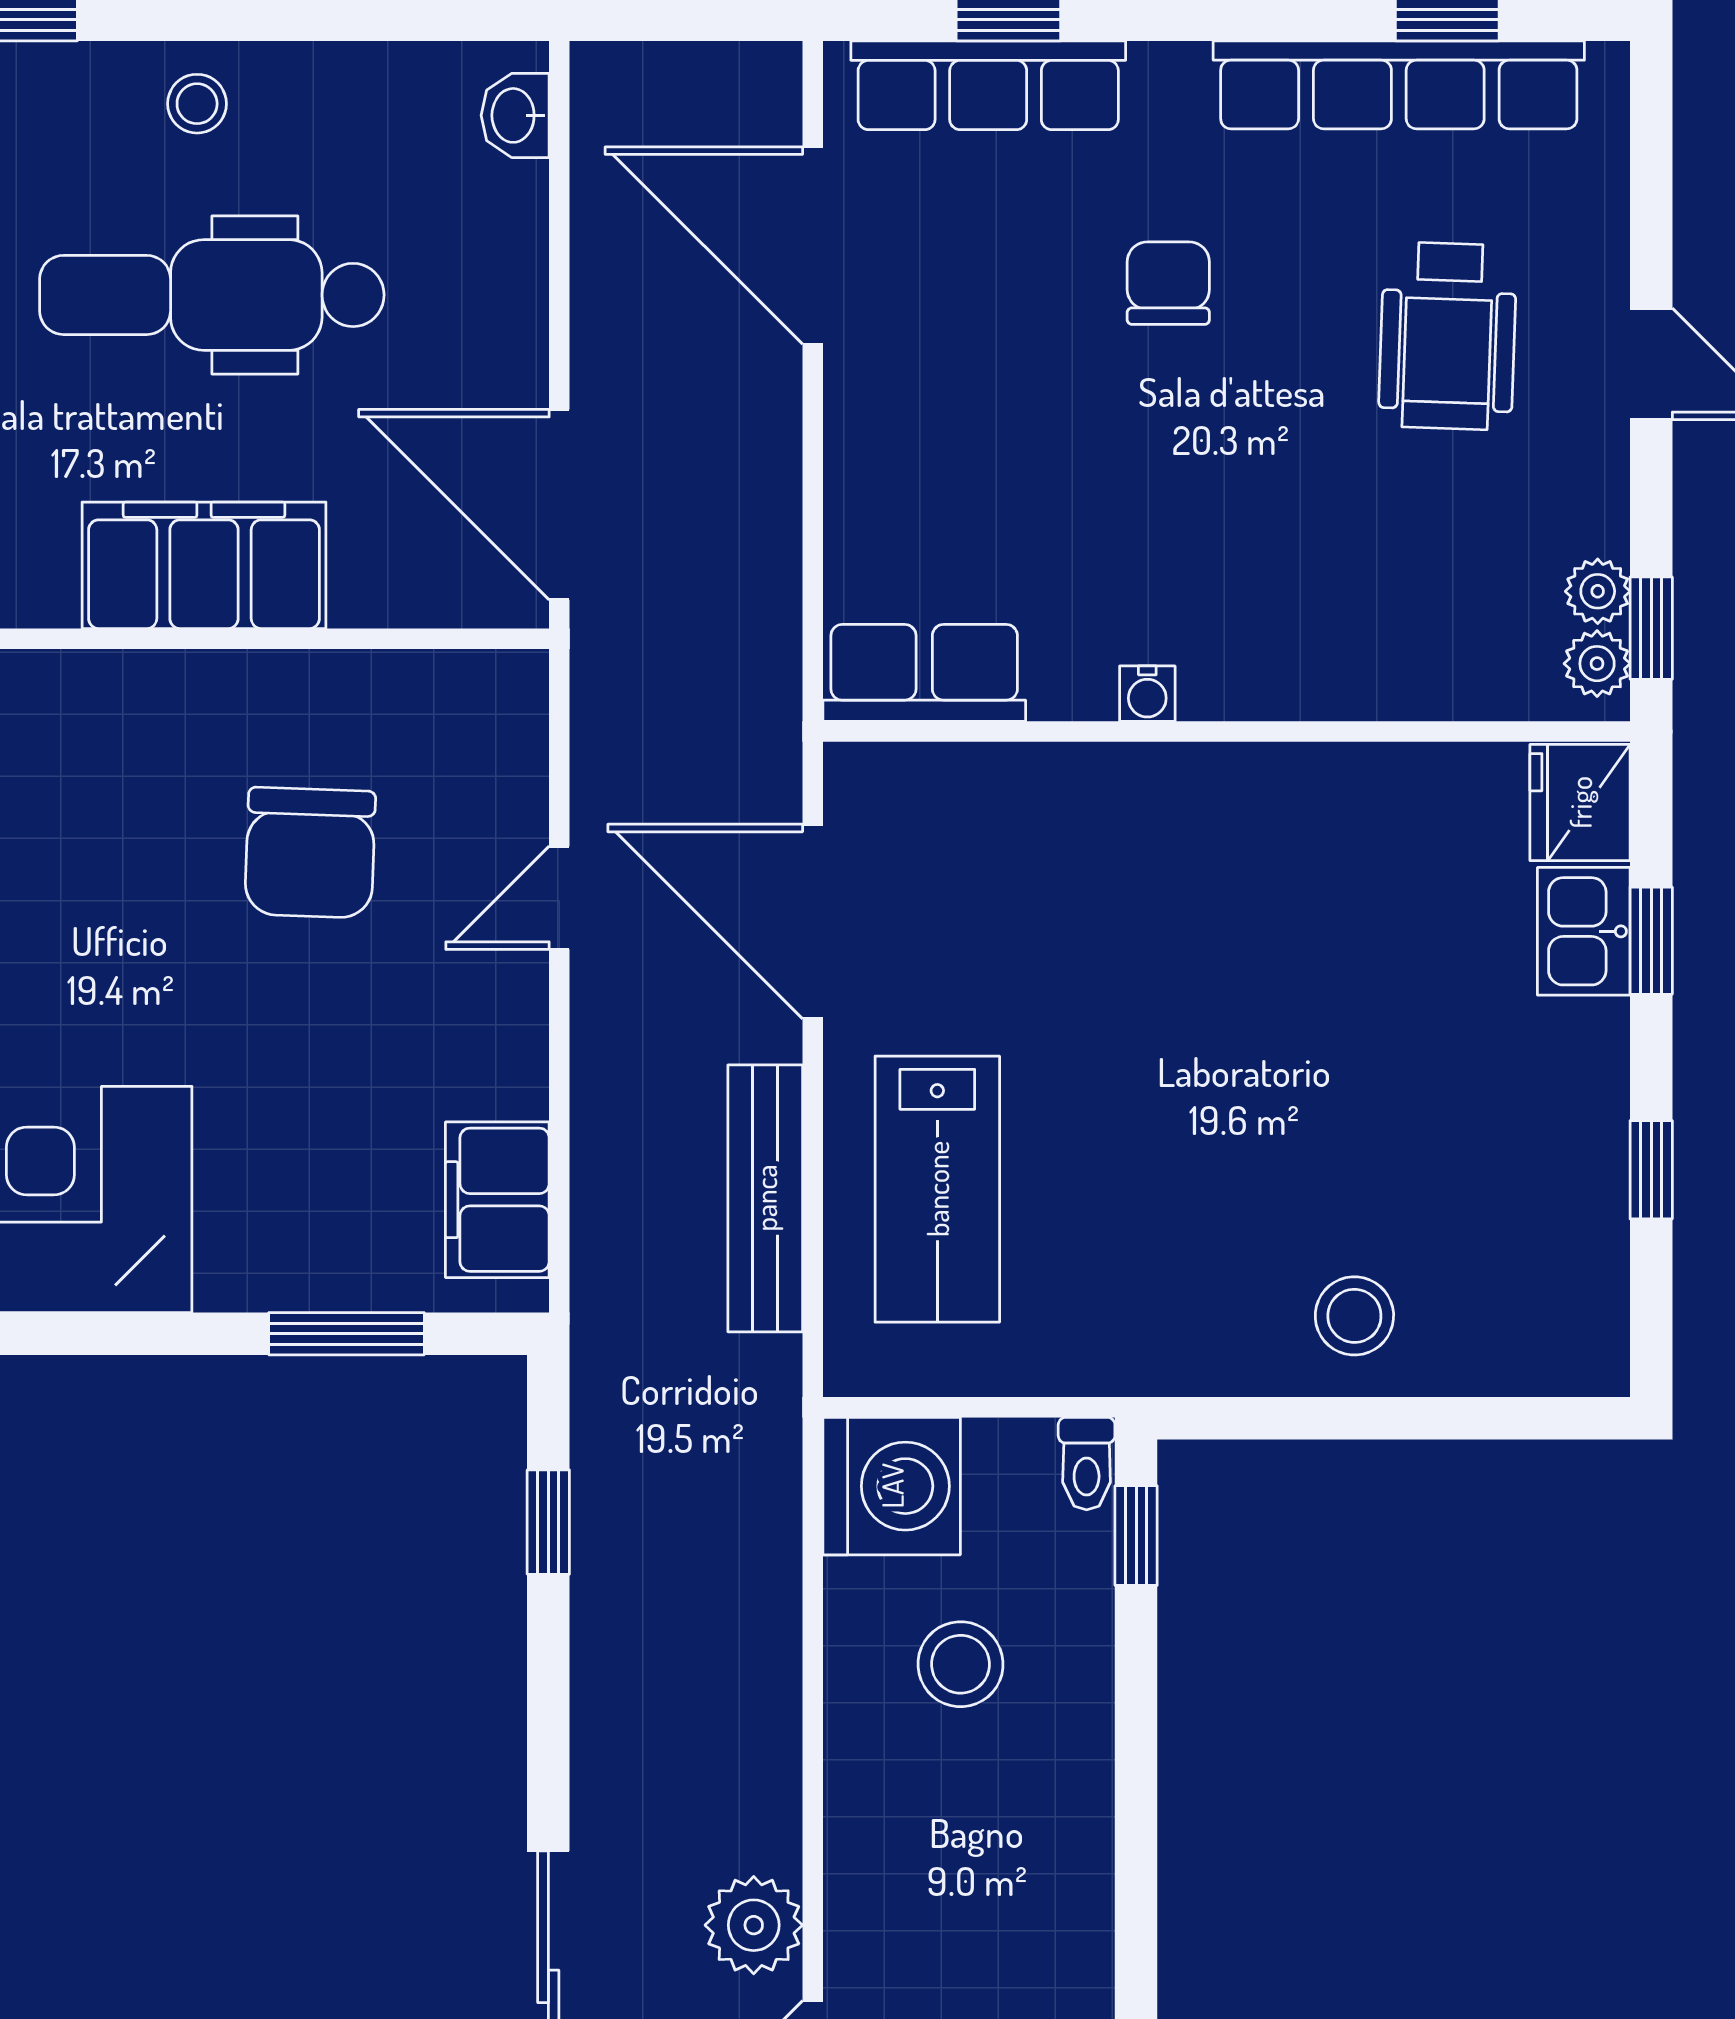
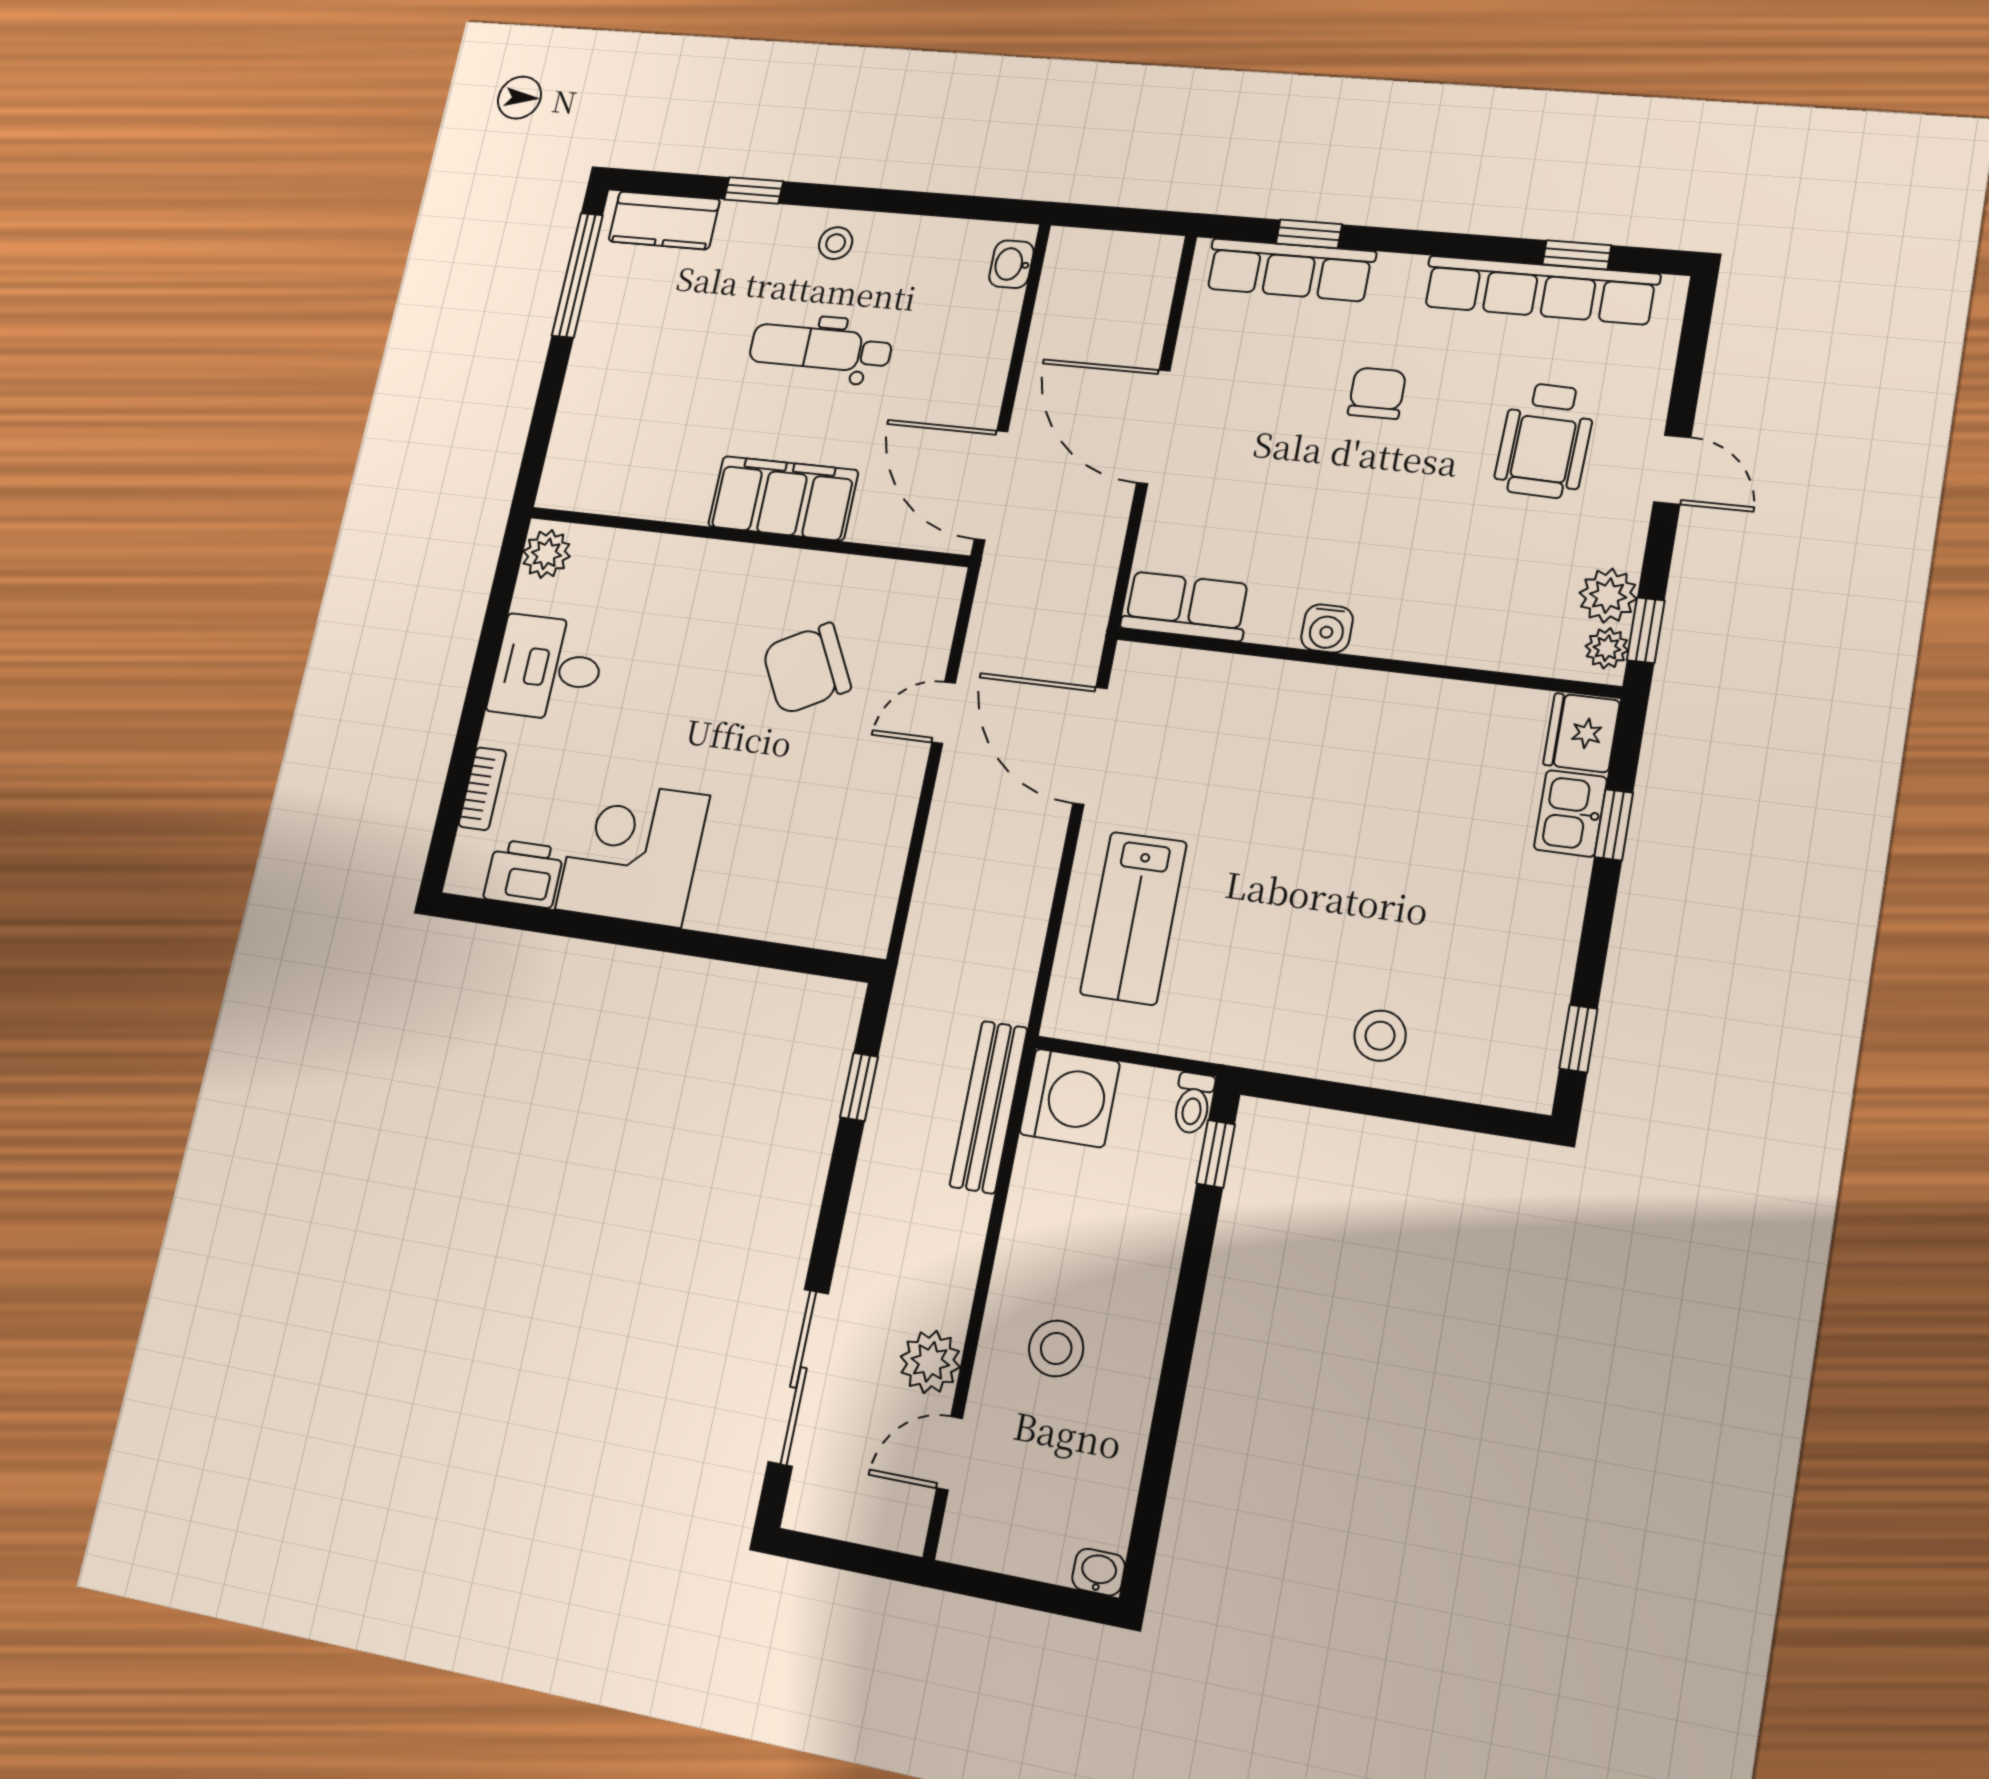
door: (813, 245) -> (1153, 427), moved
dental chair: (212, 295) -> (821, 348), width x0.73, depth x0.72
plant: (1598, 591) -> (1608, 596), width x1.38, depth x1.38
water cooler: (1147, 694) -> (1327, 628), width x1.38, depth x1.38
chair: (310, 853) -> (807, 669), turned 60
window: (1651, 1170) -> (1578, 1039), moved
bench: (765, 1198) -> (989, 1107), moved
filing cabinet: (497, 1200) -> (870, 887), removed
window: (347, 1334) -> (766, 954), removed
stool: (961, 1664) -> (1056, 1348), moved

